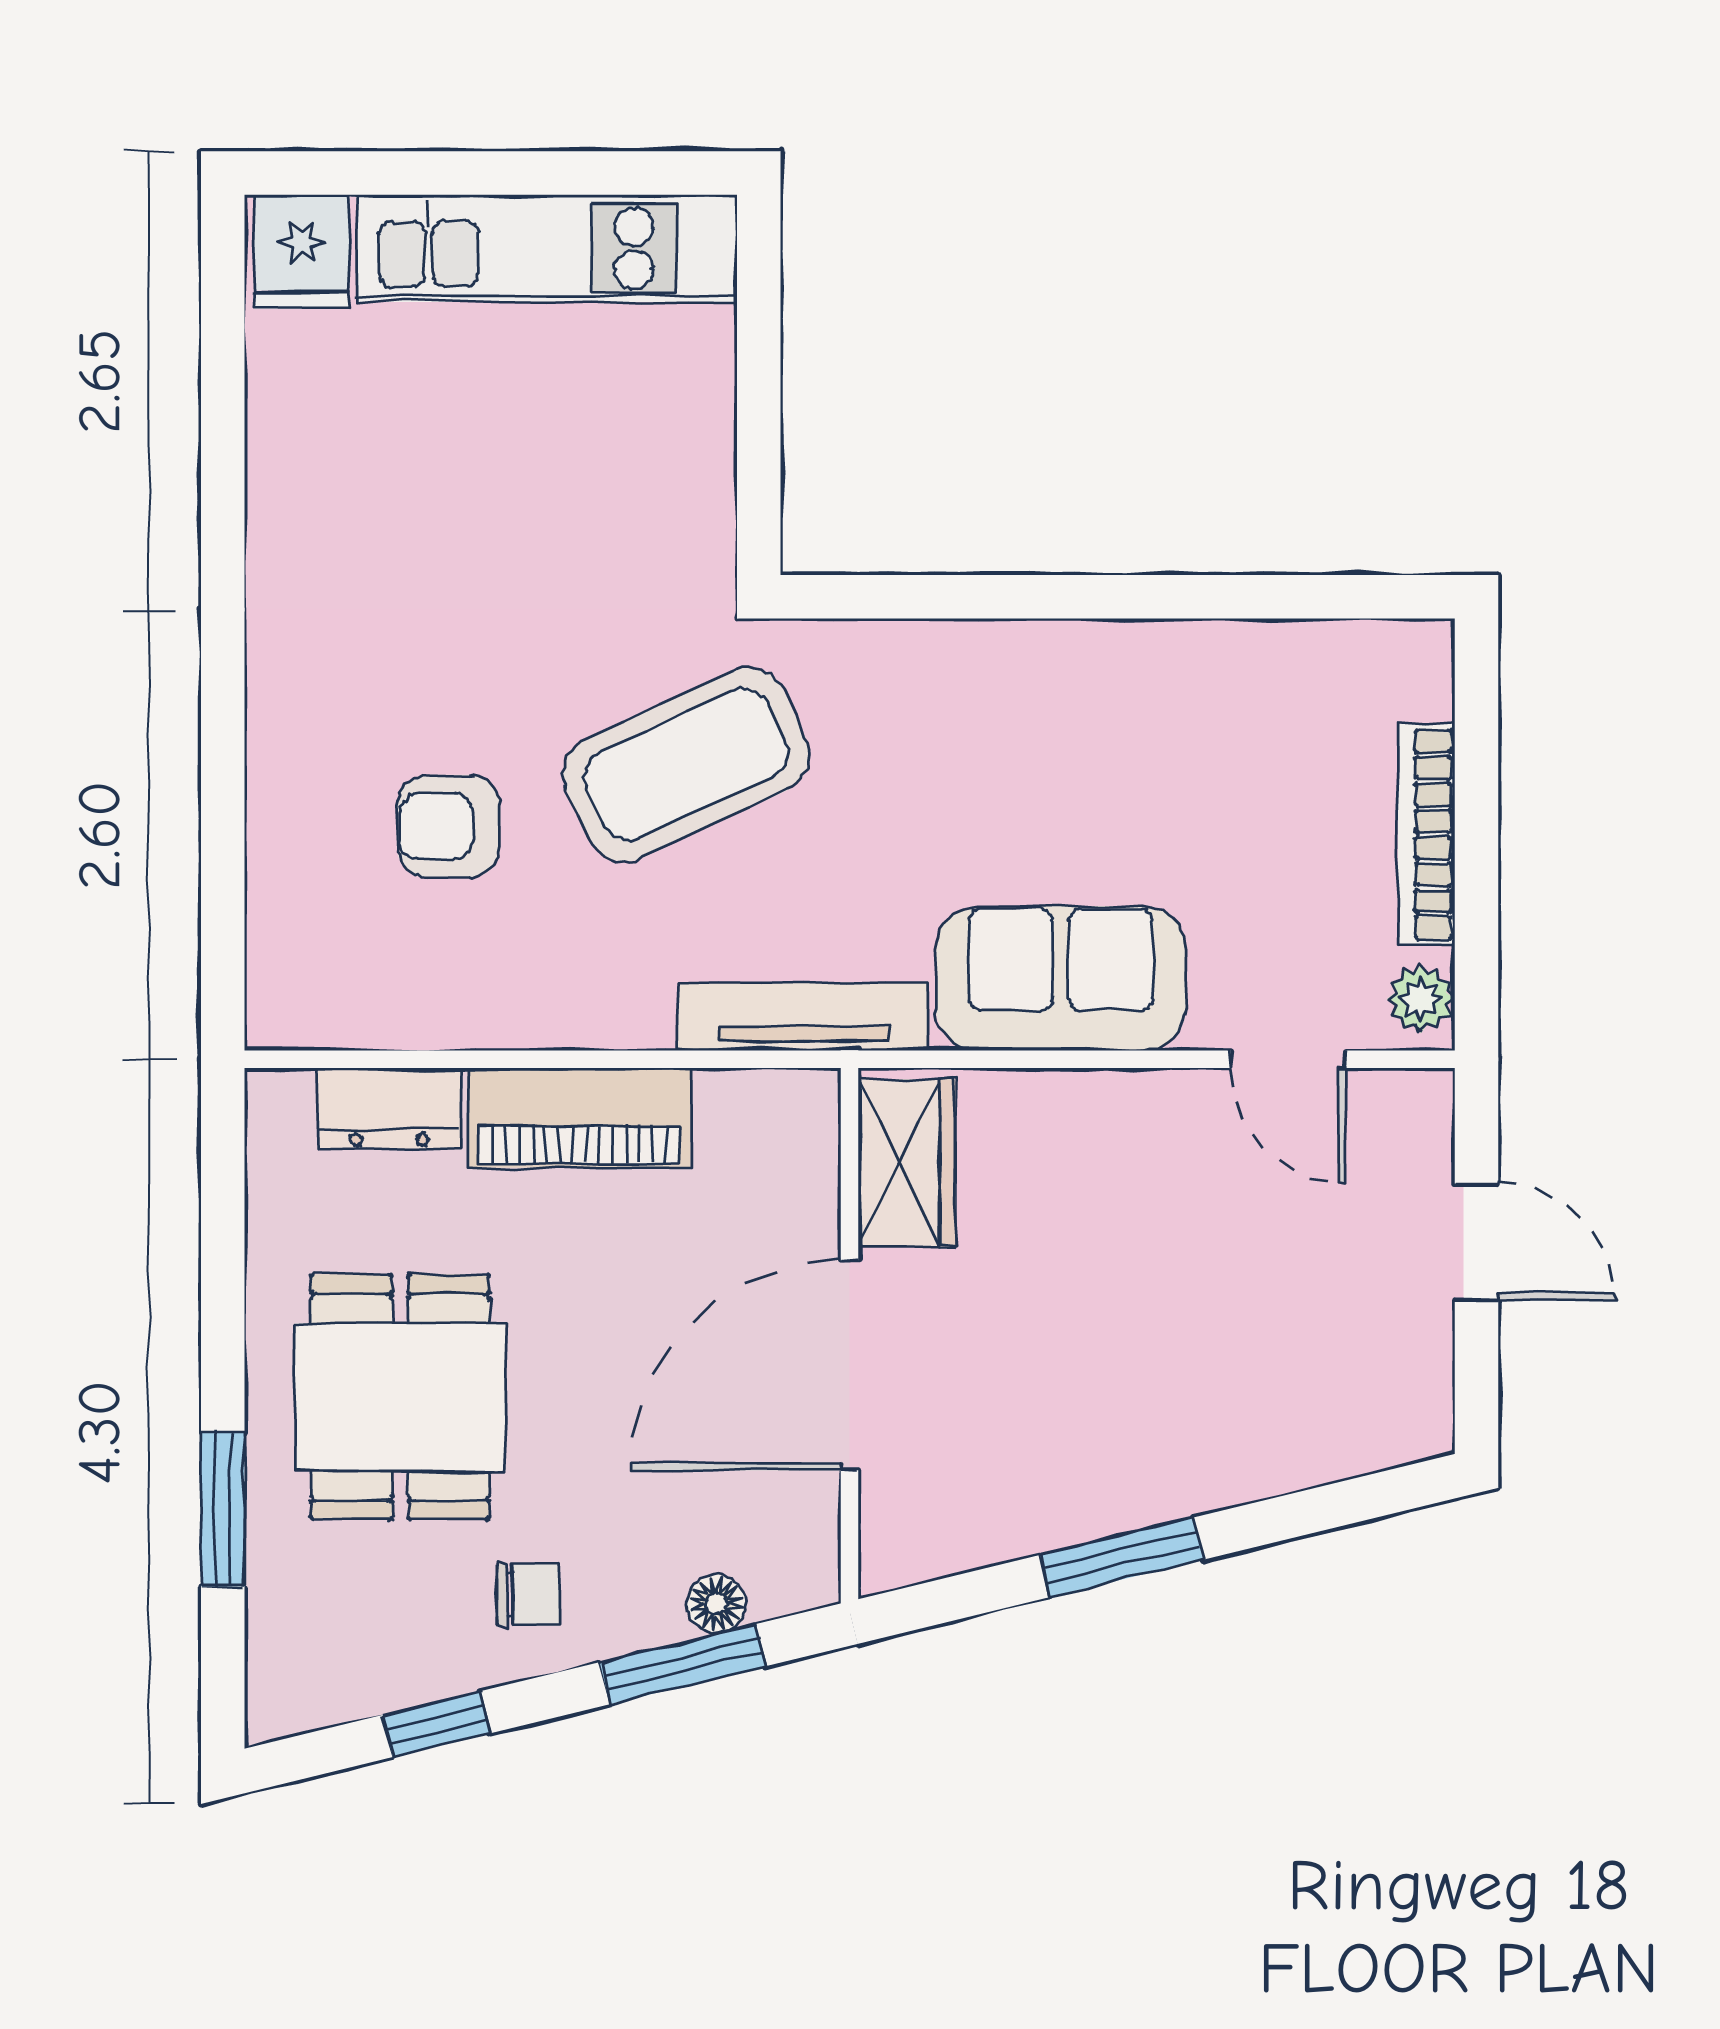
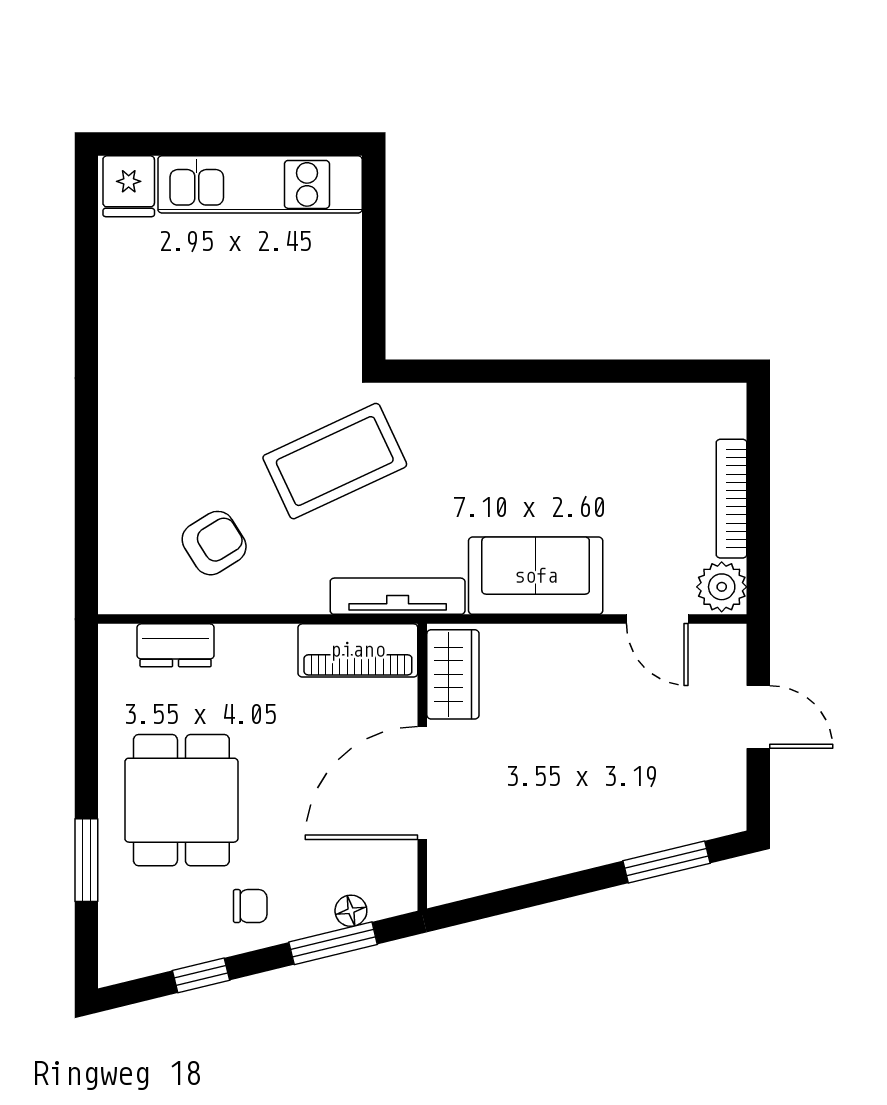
armchair: (448, 826) -> (214, 543), moved, turned 148
plant: (1421, 999) -> (722, 587), width x1.38, depth x1.38
piano: (579, 1118) -> (358, 650), moved
window: (1122, 1557) -> (667, 862), moved

